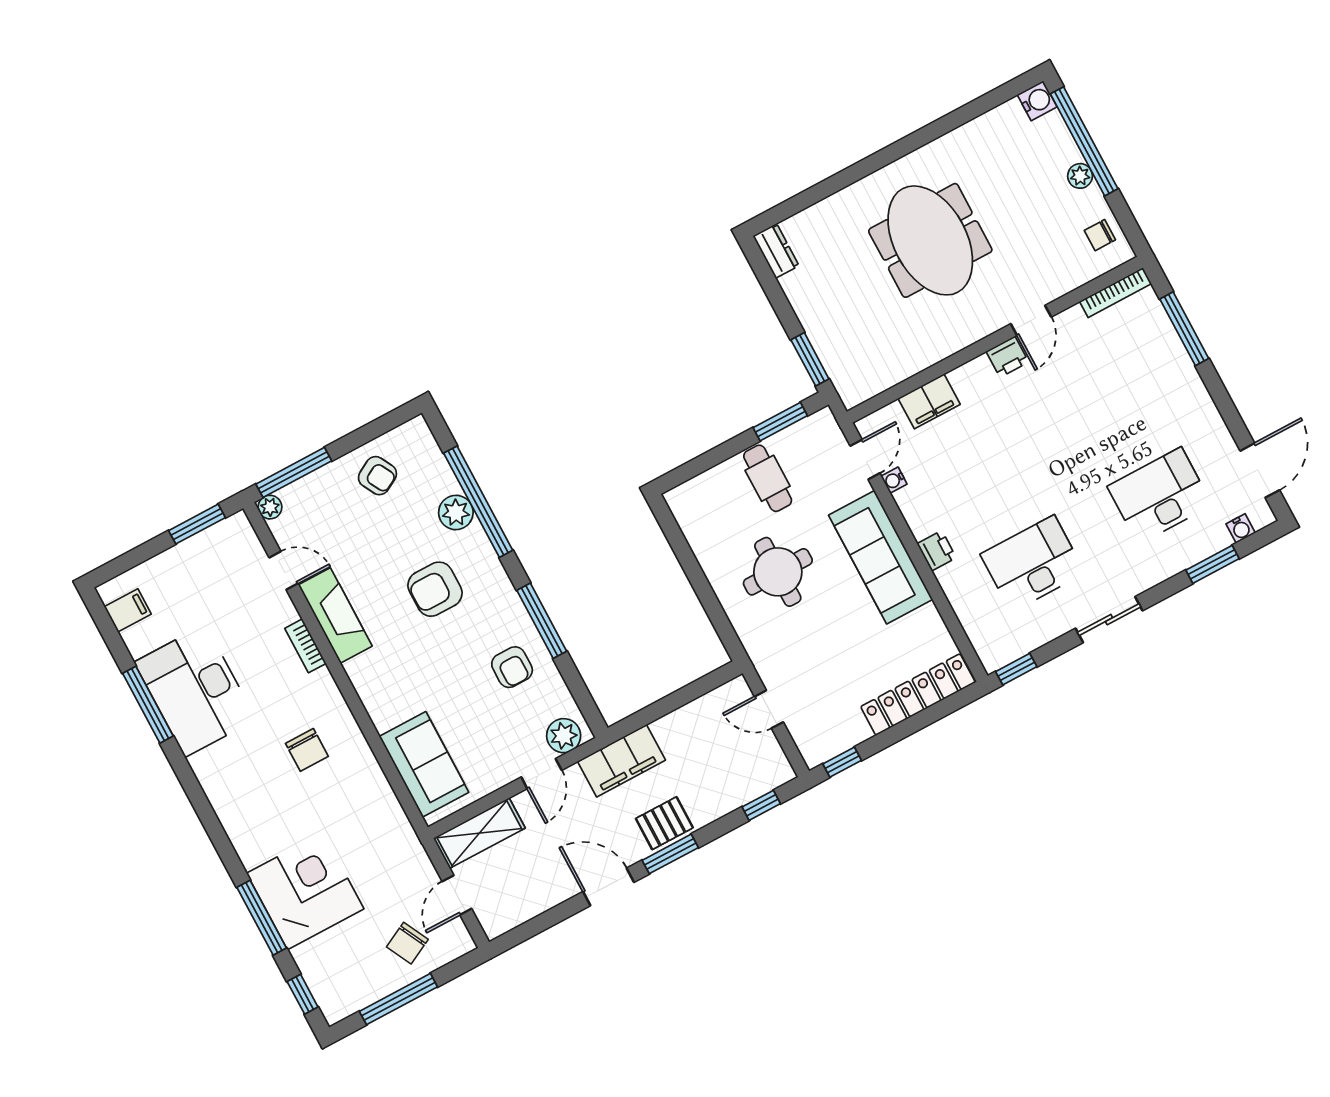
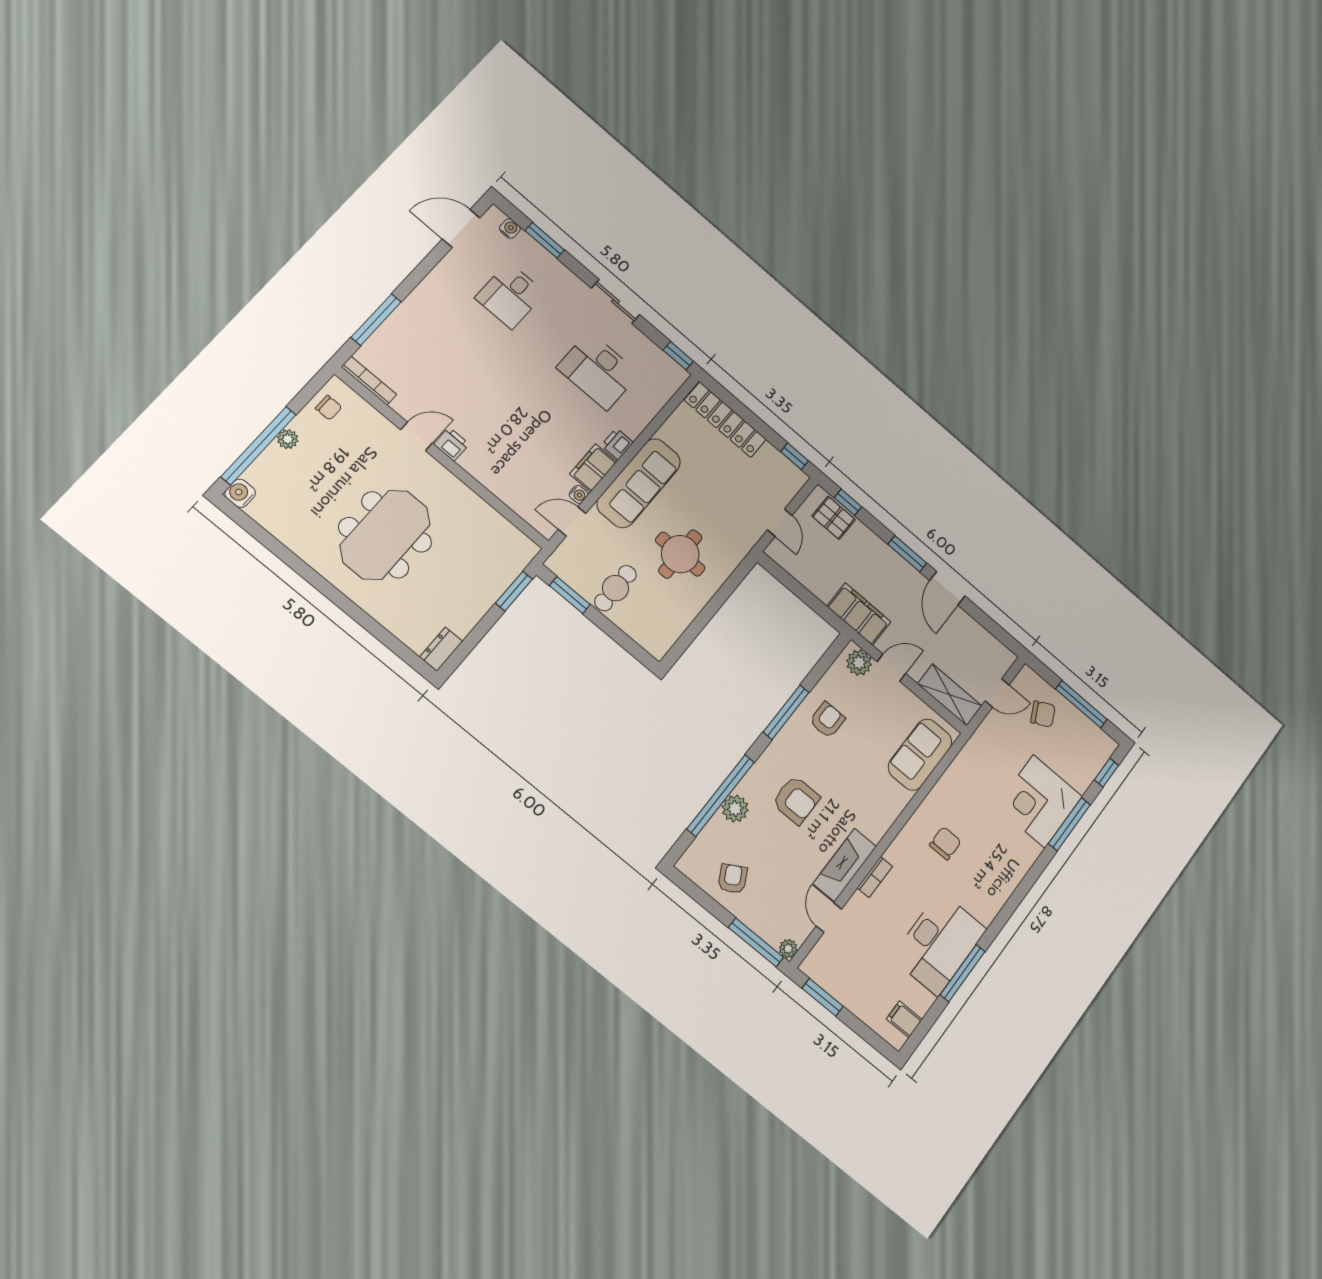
filing cabinet: (929, 401) -> (593, 468), moved, turned -90
desk: (1160, 496) -> (510, 295), width x0.73
pallet: (664, 823) -> (834, 518), moved

